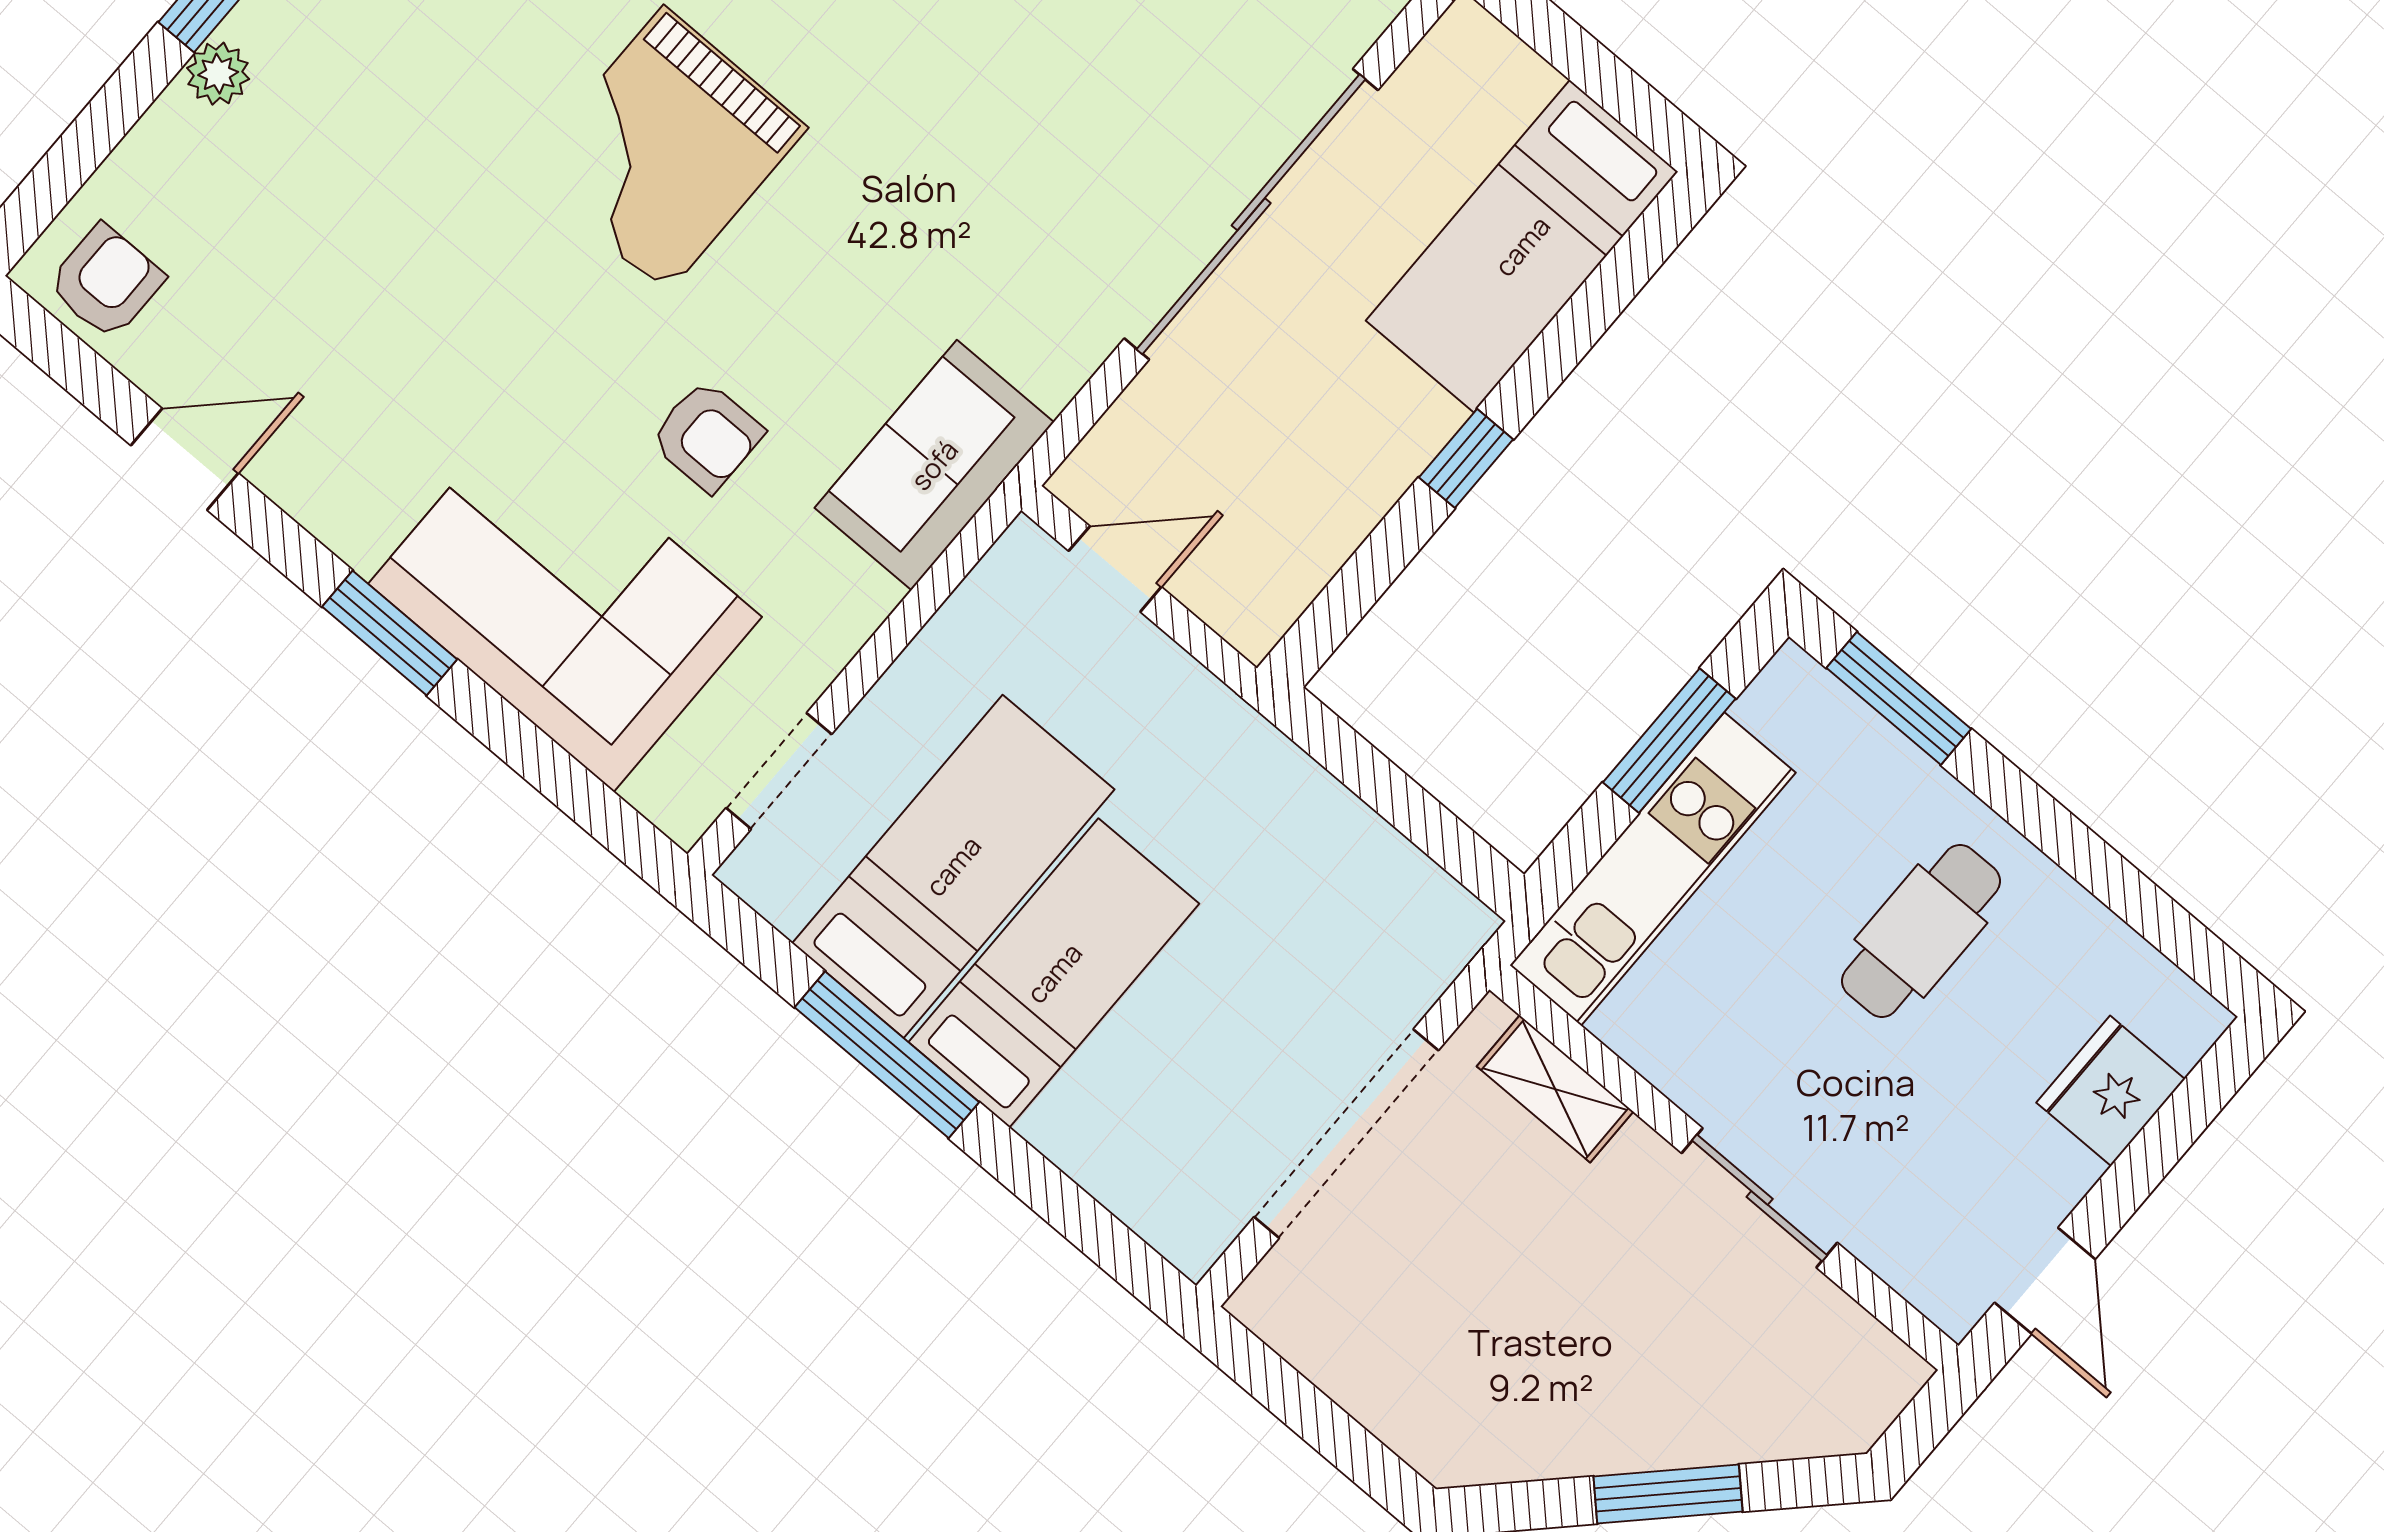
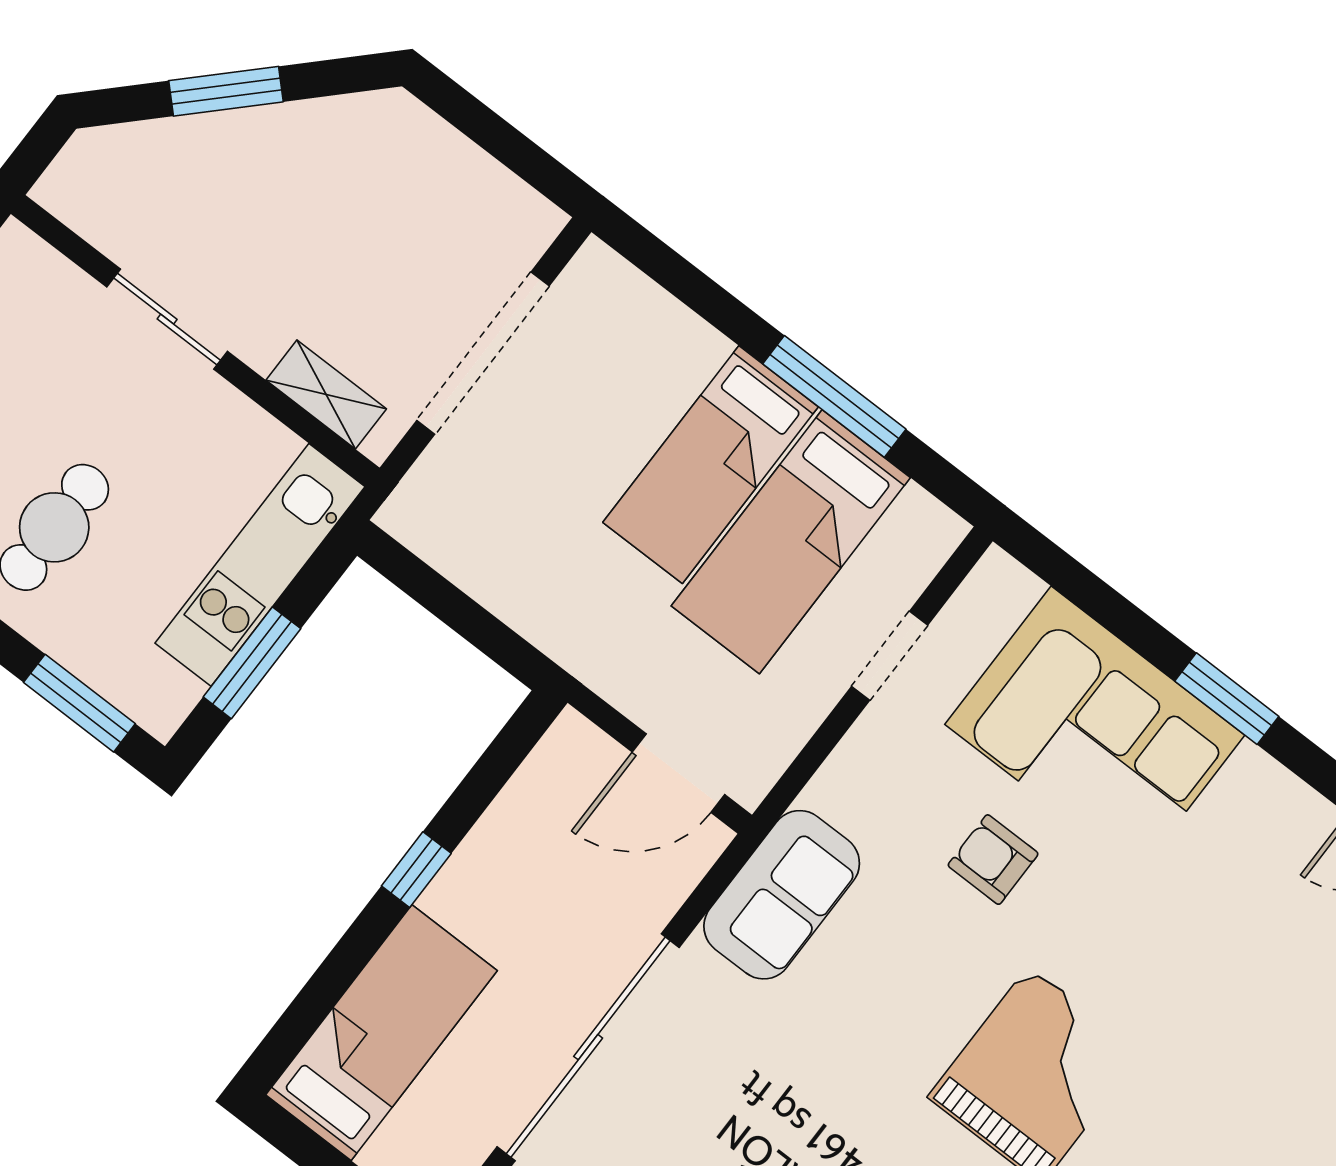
sofa: (934, 465) -> (782, 895), moved
door: (1115, 569) -> (679, 773), width x1.38
doorway: (779, 771) -> (890, 656), moved

